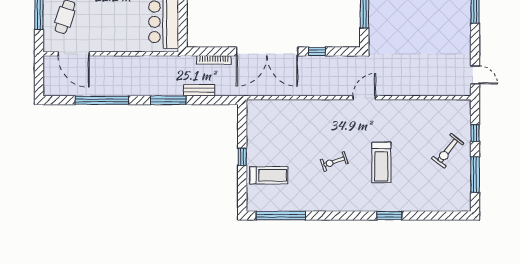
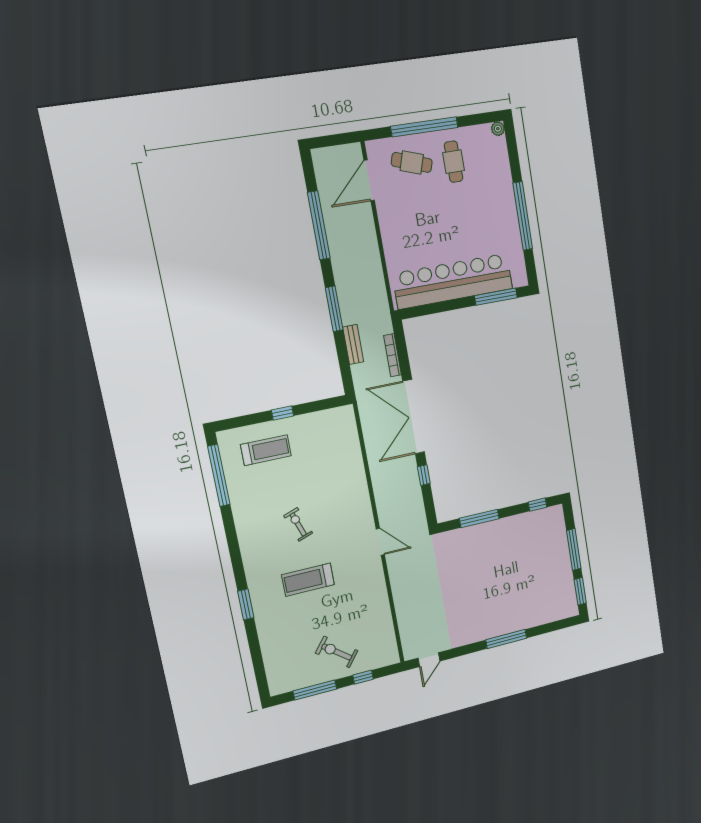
treadmill: (269, 175) -> (266, 450), turned -90

